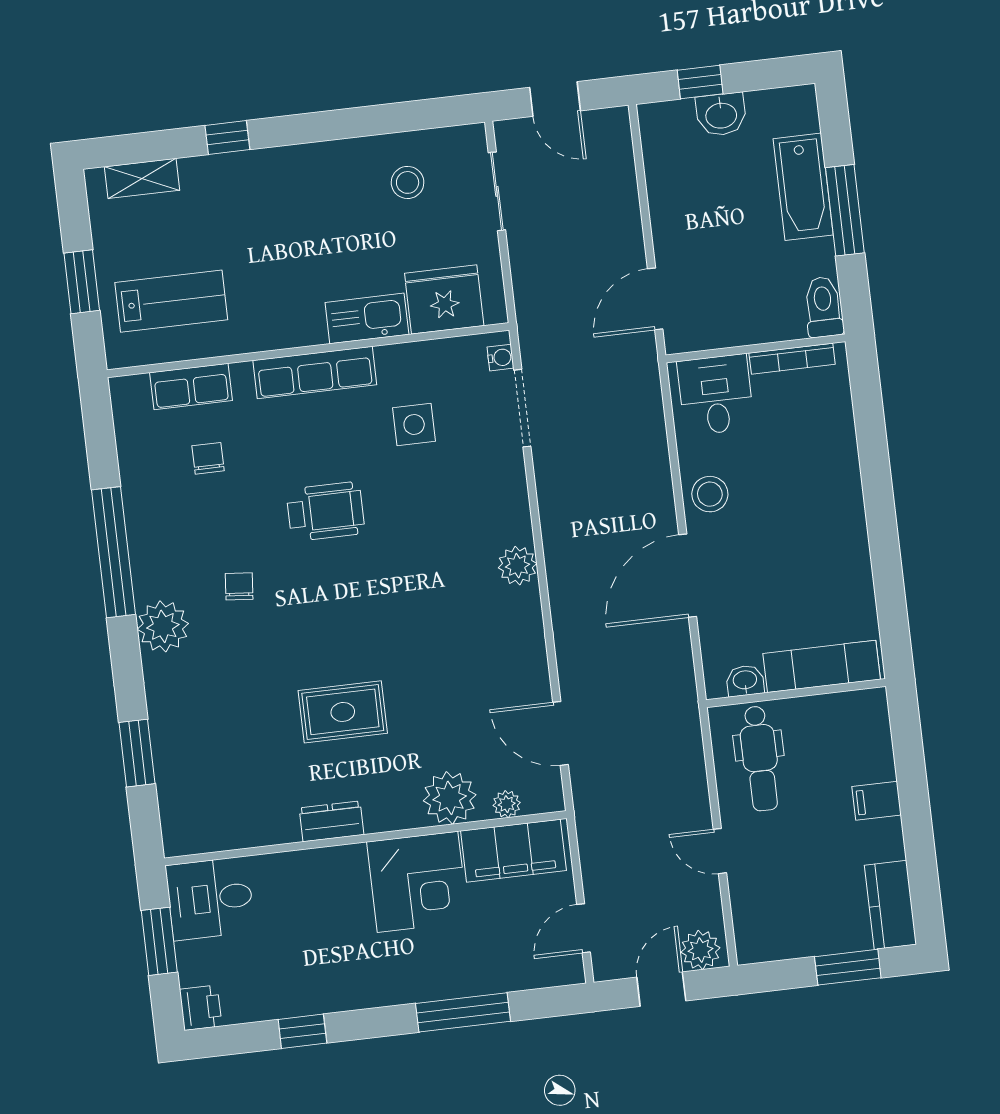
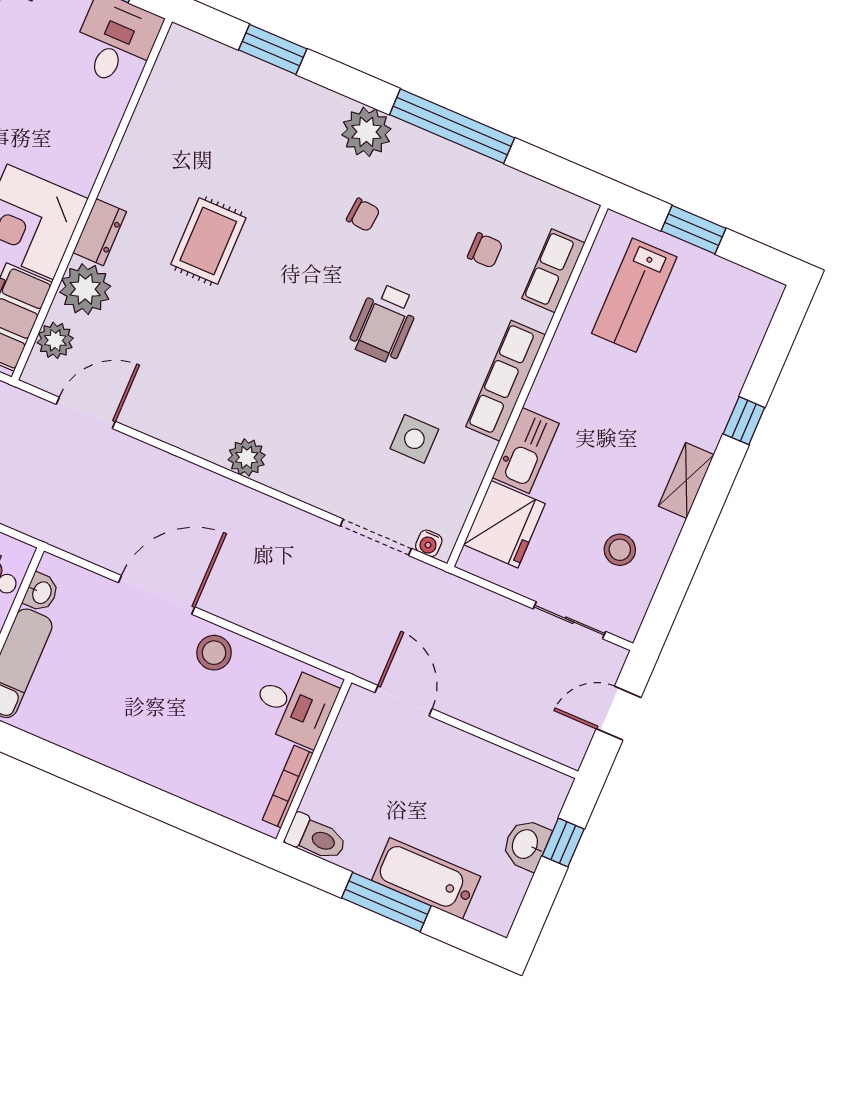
shelving: (142, 178) -> (686, 480), moved
door: (688, 576) -> (157, 595), hinge flipped
plant: (507, 804) -> (55, 340), width x1.38, depth x1.38
dresser: (332, 821) -> (100, 232), moved

